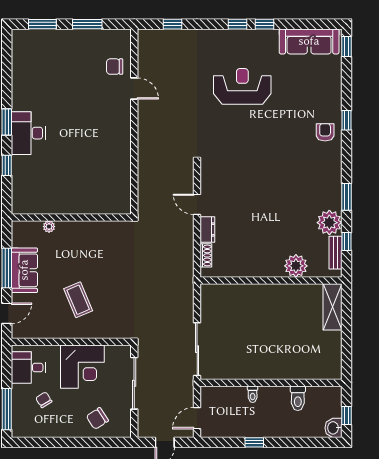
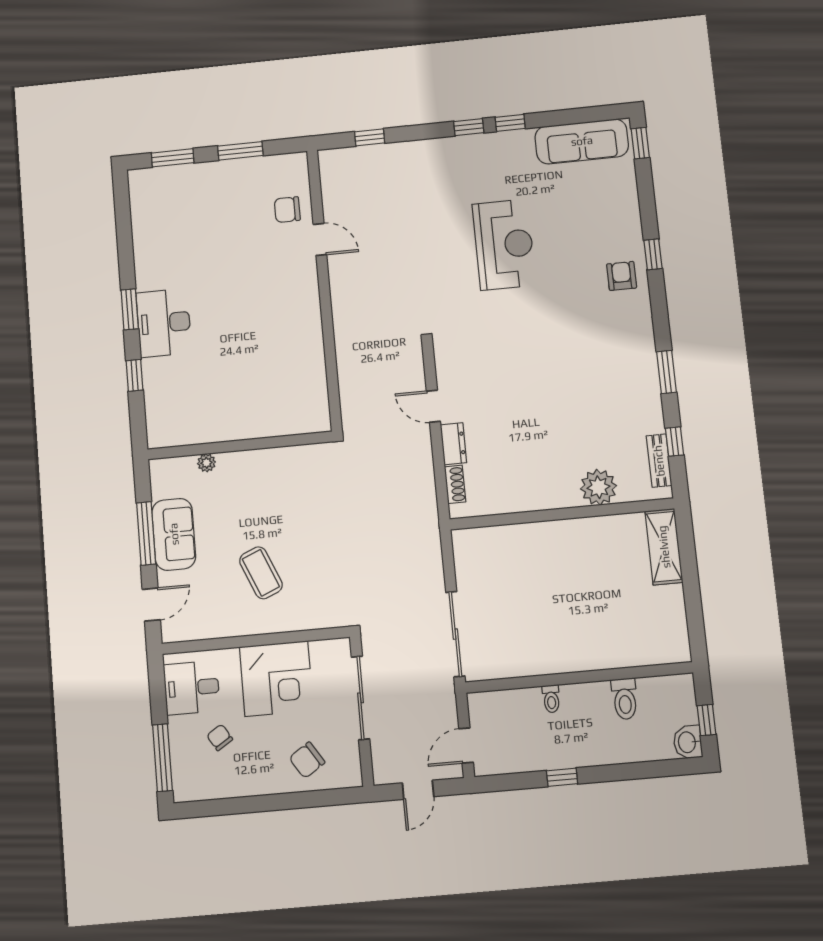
reception desk: (242, 86) -> (504, 245), moved, turned 90
plant: (329, 223) -> (644, 414), removed

